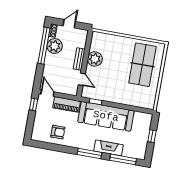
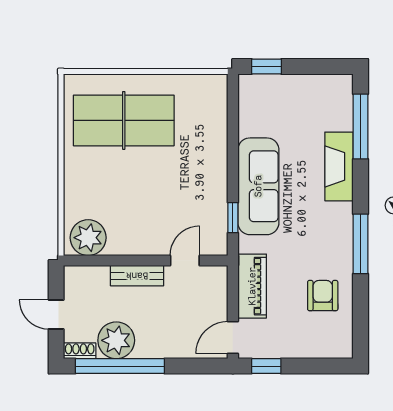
plant: (95, 59) -> (88, 238), moved
sofa: (106, 116) -> (258, 186), width x0.74, depth x0.79
window: (152, 136) -> (266, 67), moved
window: (89, 153) -> (361, 244), moved

